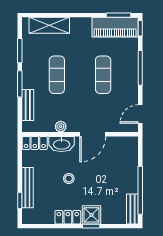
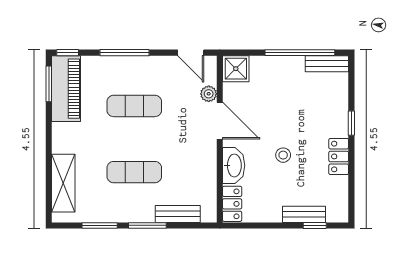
plant: (61, 127) -> (209, 94), moved
bench: (27, 188) -> (304, 214), width x0.73
shower: (91, 215) -> (236, 69), moved

